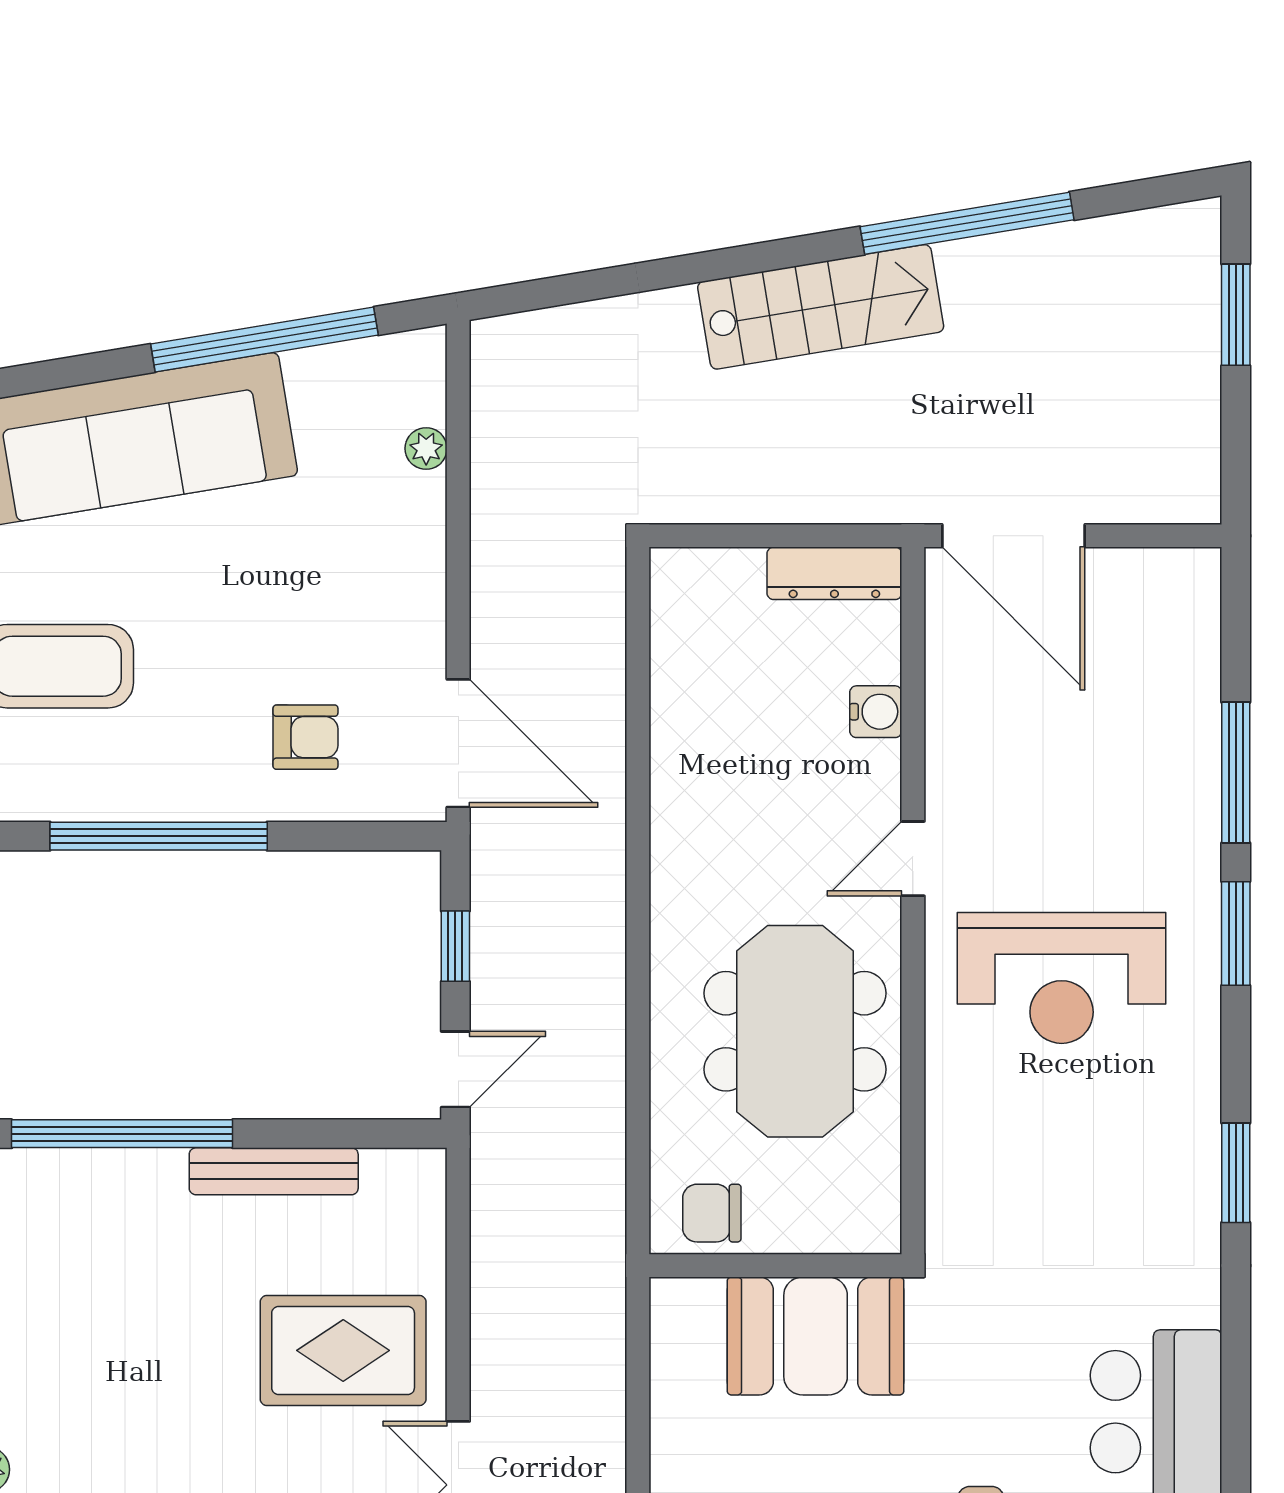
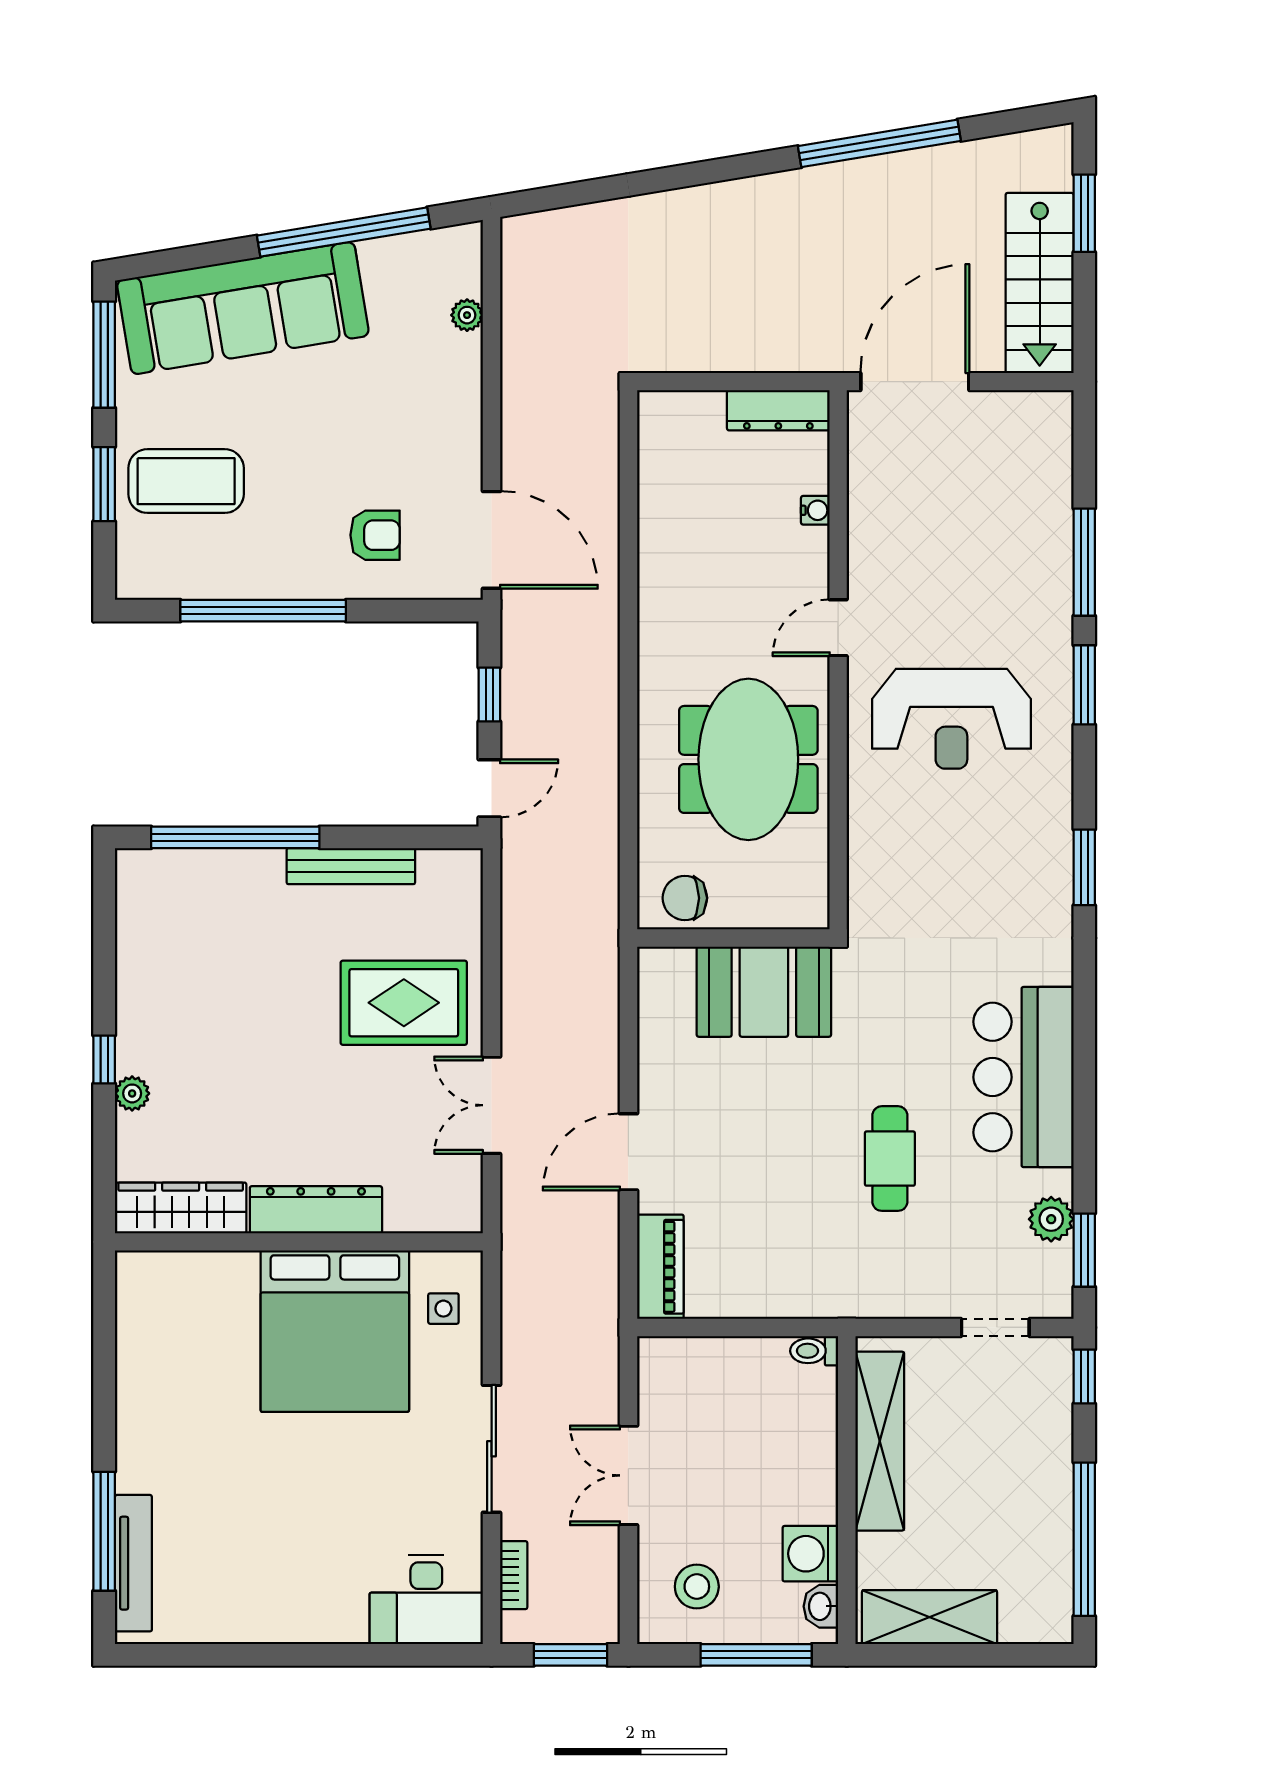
stairs: (821, 307) -> (1040, 283), moved, turned 99
door: (1013, 536) -> (915, 382), swing flipped
water cooler: (876, 712) -> (815, 510), width x0.72, depth x0.72

